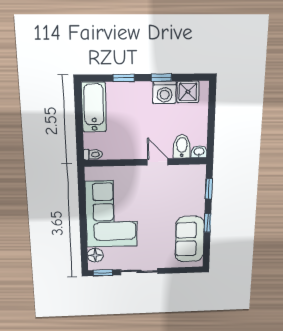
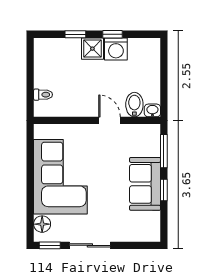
shower: (188, 92) -> (92, 49), moved
bathtub: (94, 107) -> (45, 63), removed
toilet: (93, 154) -> (43, 95), moved
window: (209, 189) -> (164, 151), width x1.50
sofa: (190, 239) -> (145, 184), moved

